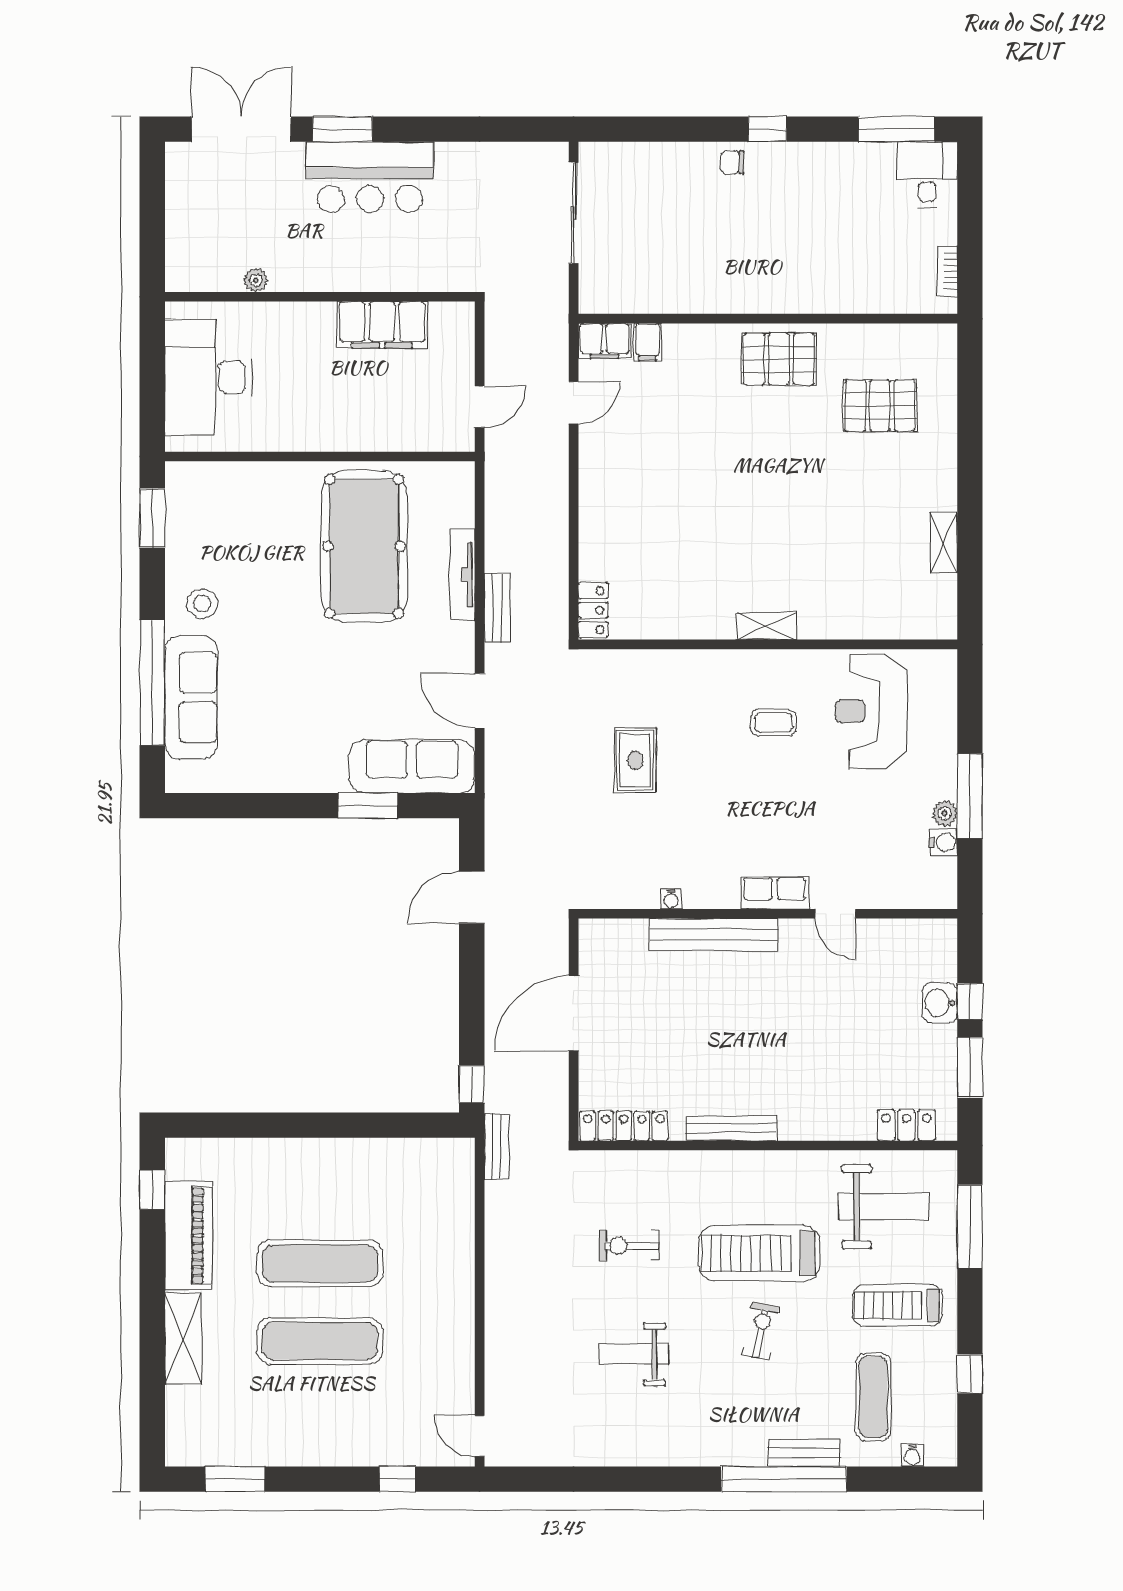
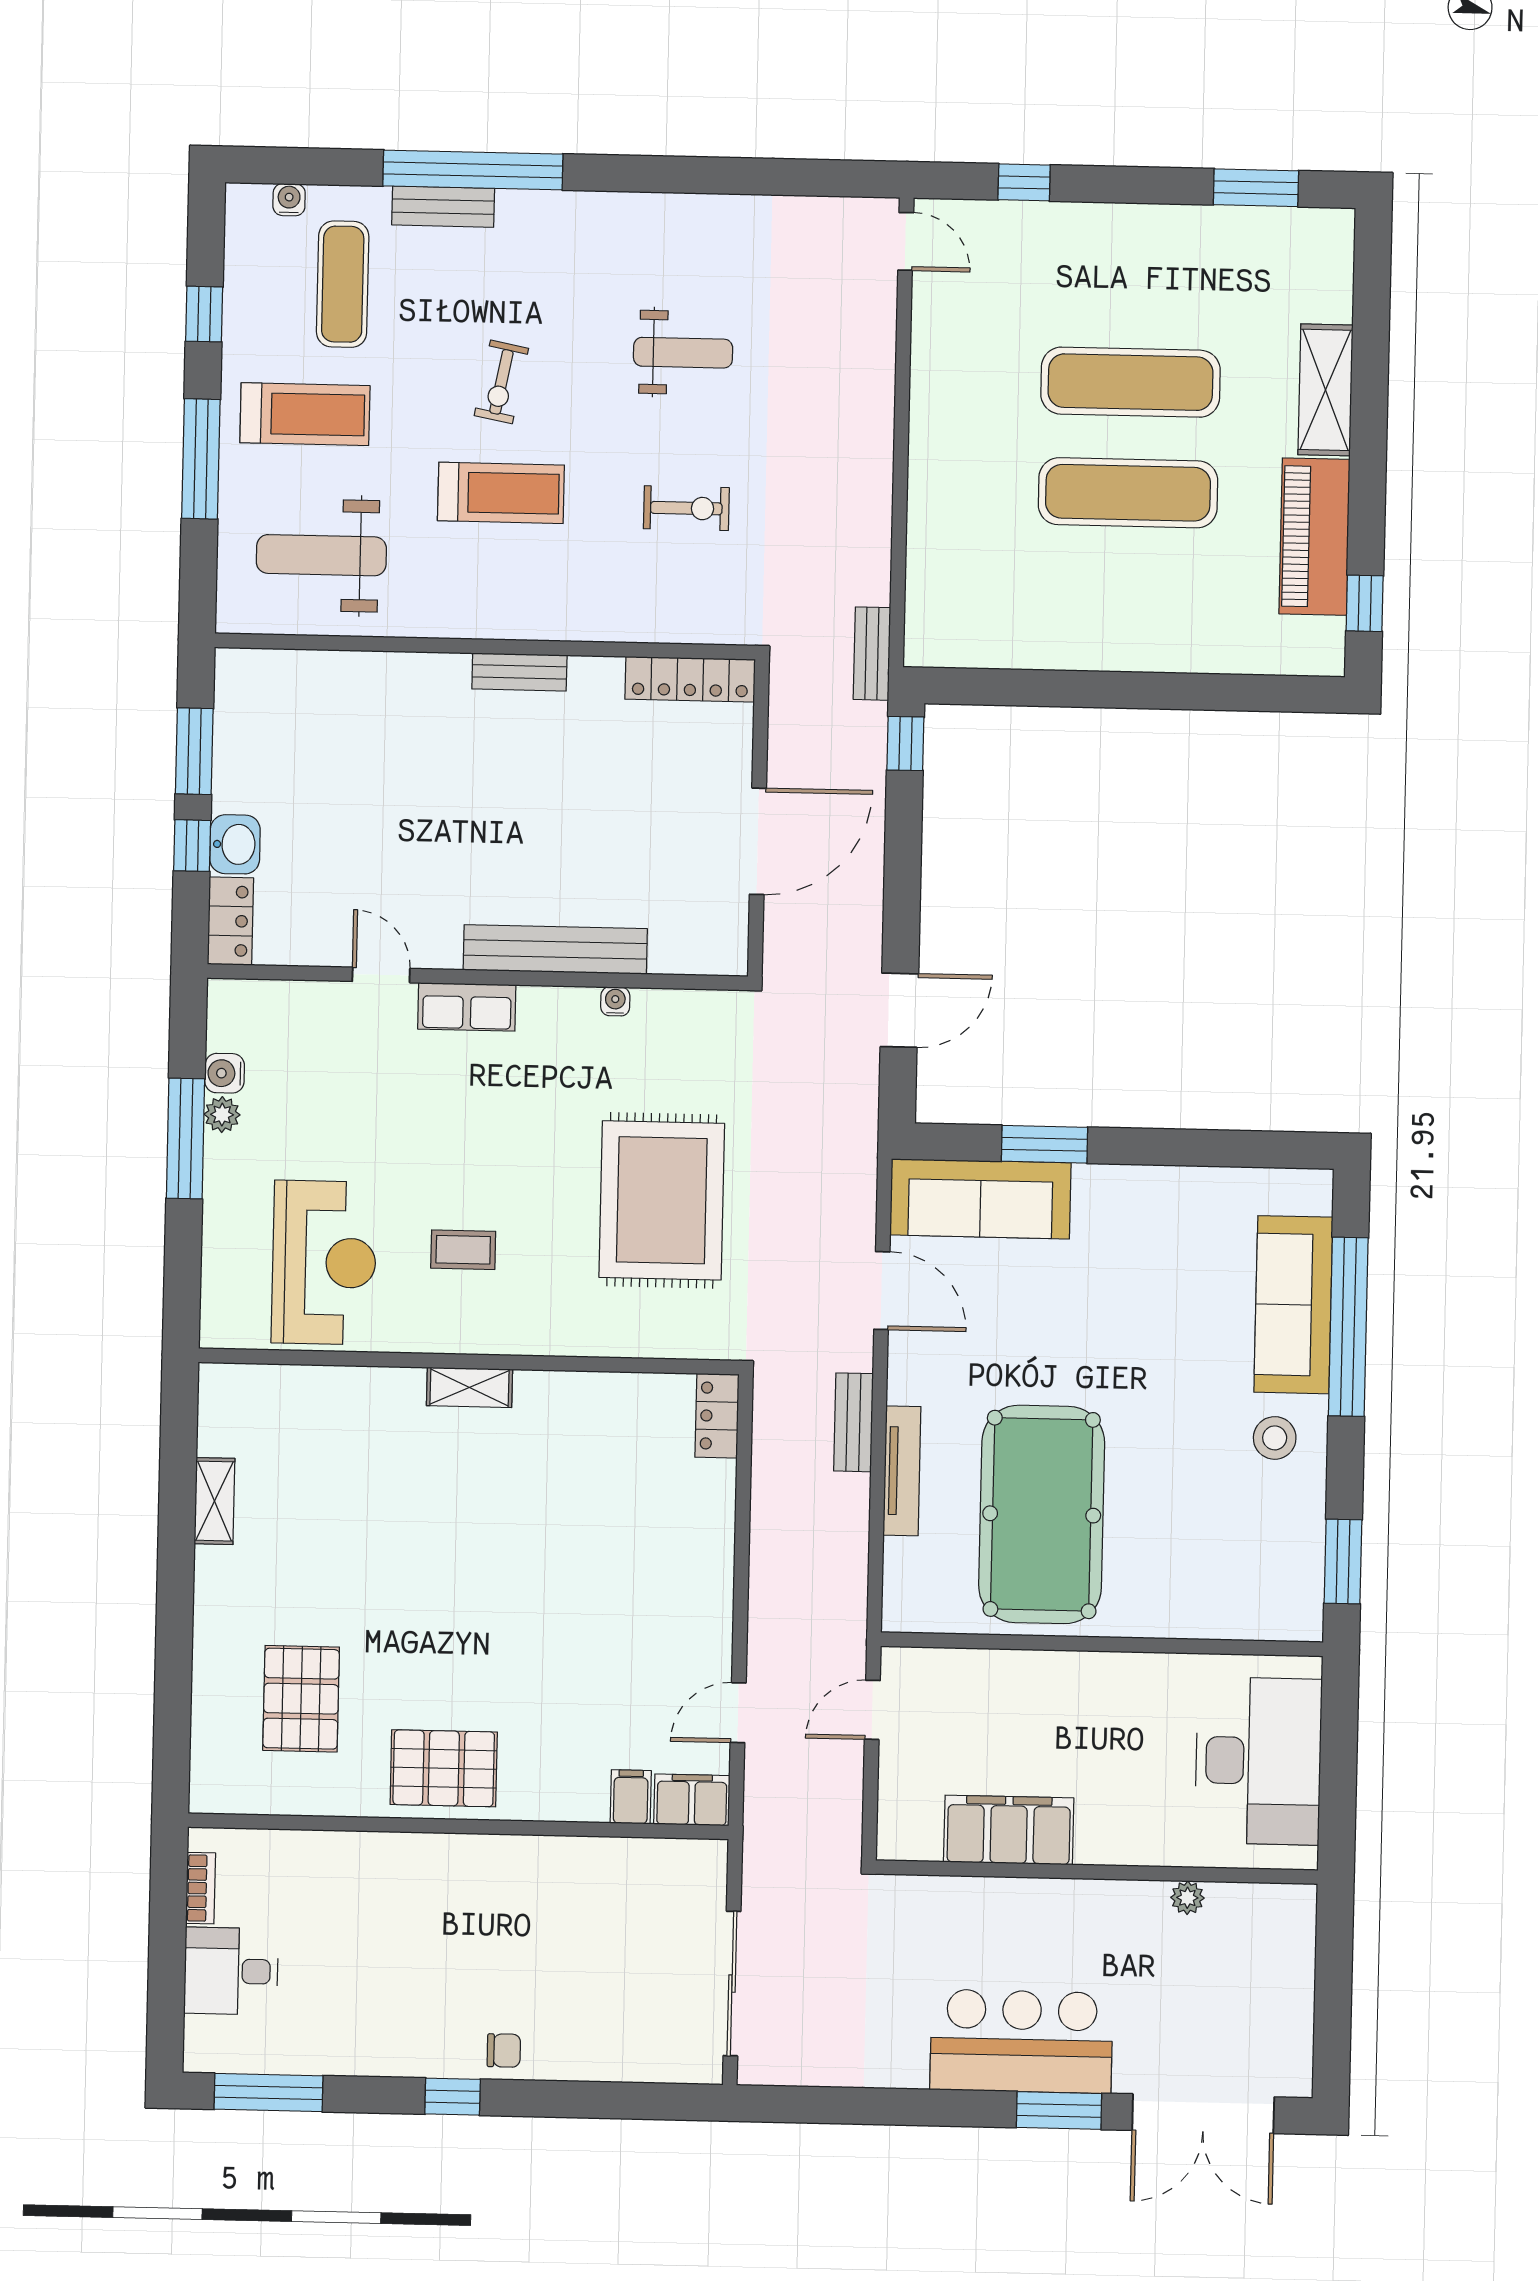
desk: (927, 174) -> (231, 1971), moved, turned 90
pallet: (880, 406) -> (301, 1699), turned 90
rug: (635, 760) -> (662, 1200), width x1.86, depth x2.06
locker: (906, 1125) -> (230, 921), moved, turned -90
bench: (731, 1128) -> (519, 672), width x0.73
window: (970, 1227) -> (201, 459), moved
treadmill: (759, 1253) -> (501, 493), width x0.73, depth x0.73

